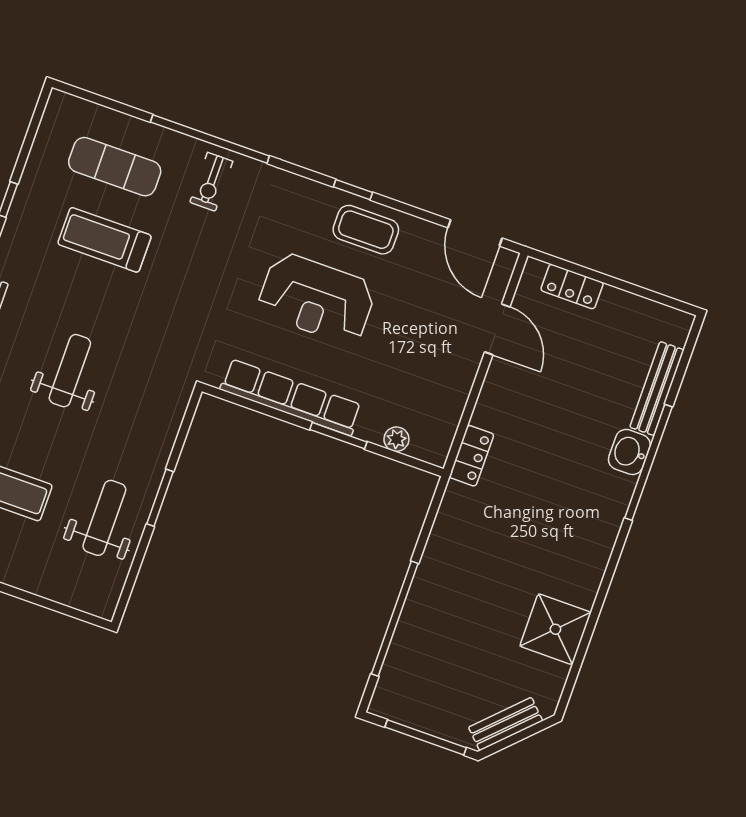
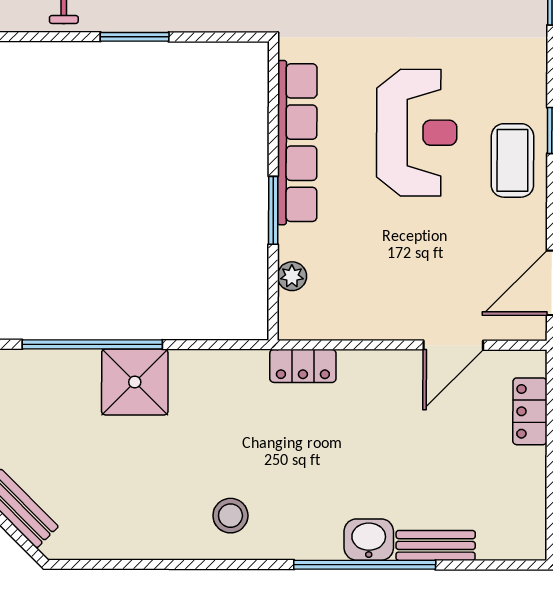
reception desk: (317, 299) -> (417, 133), turned 180
bench: (657, 389) -> (436, 545), width x0.73
stool: (571, 556) -> (230, 516), added
shower: (555, 629) -> (135, 382), moved

